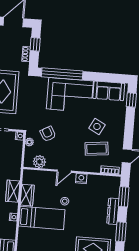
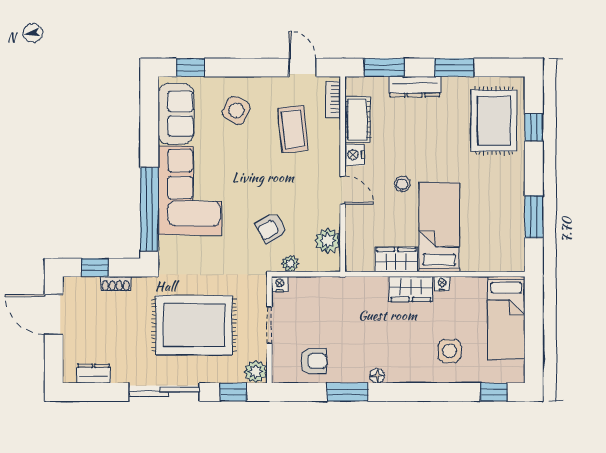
side table: (97, 126) -> (236, 110), moved
cot: (99, 181) -> (357, 119), added
wardrobe: (13, 191) -> (411, 289), moved

